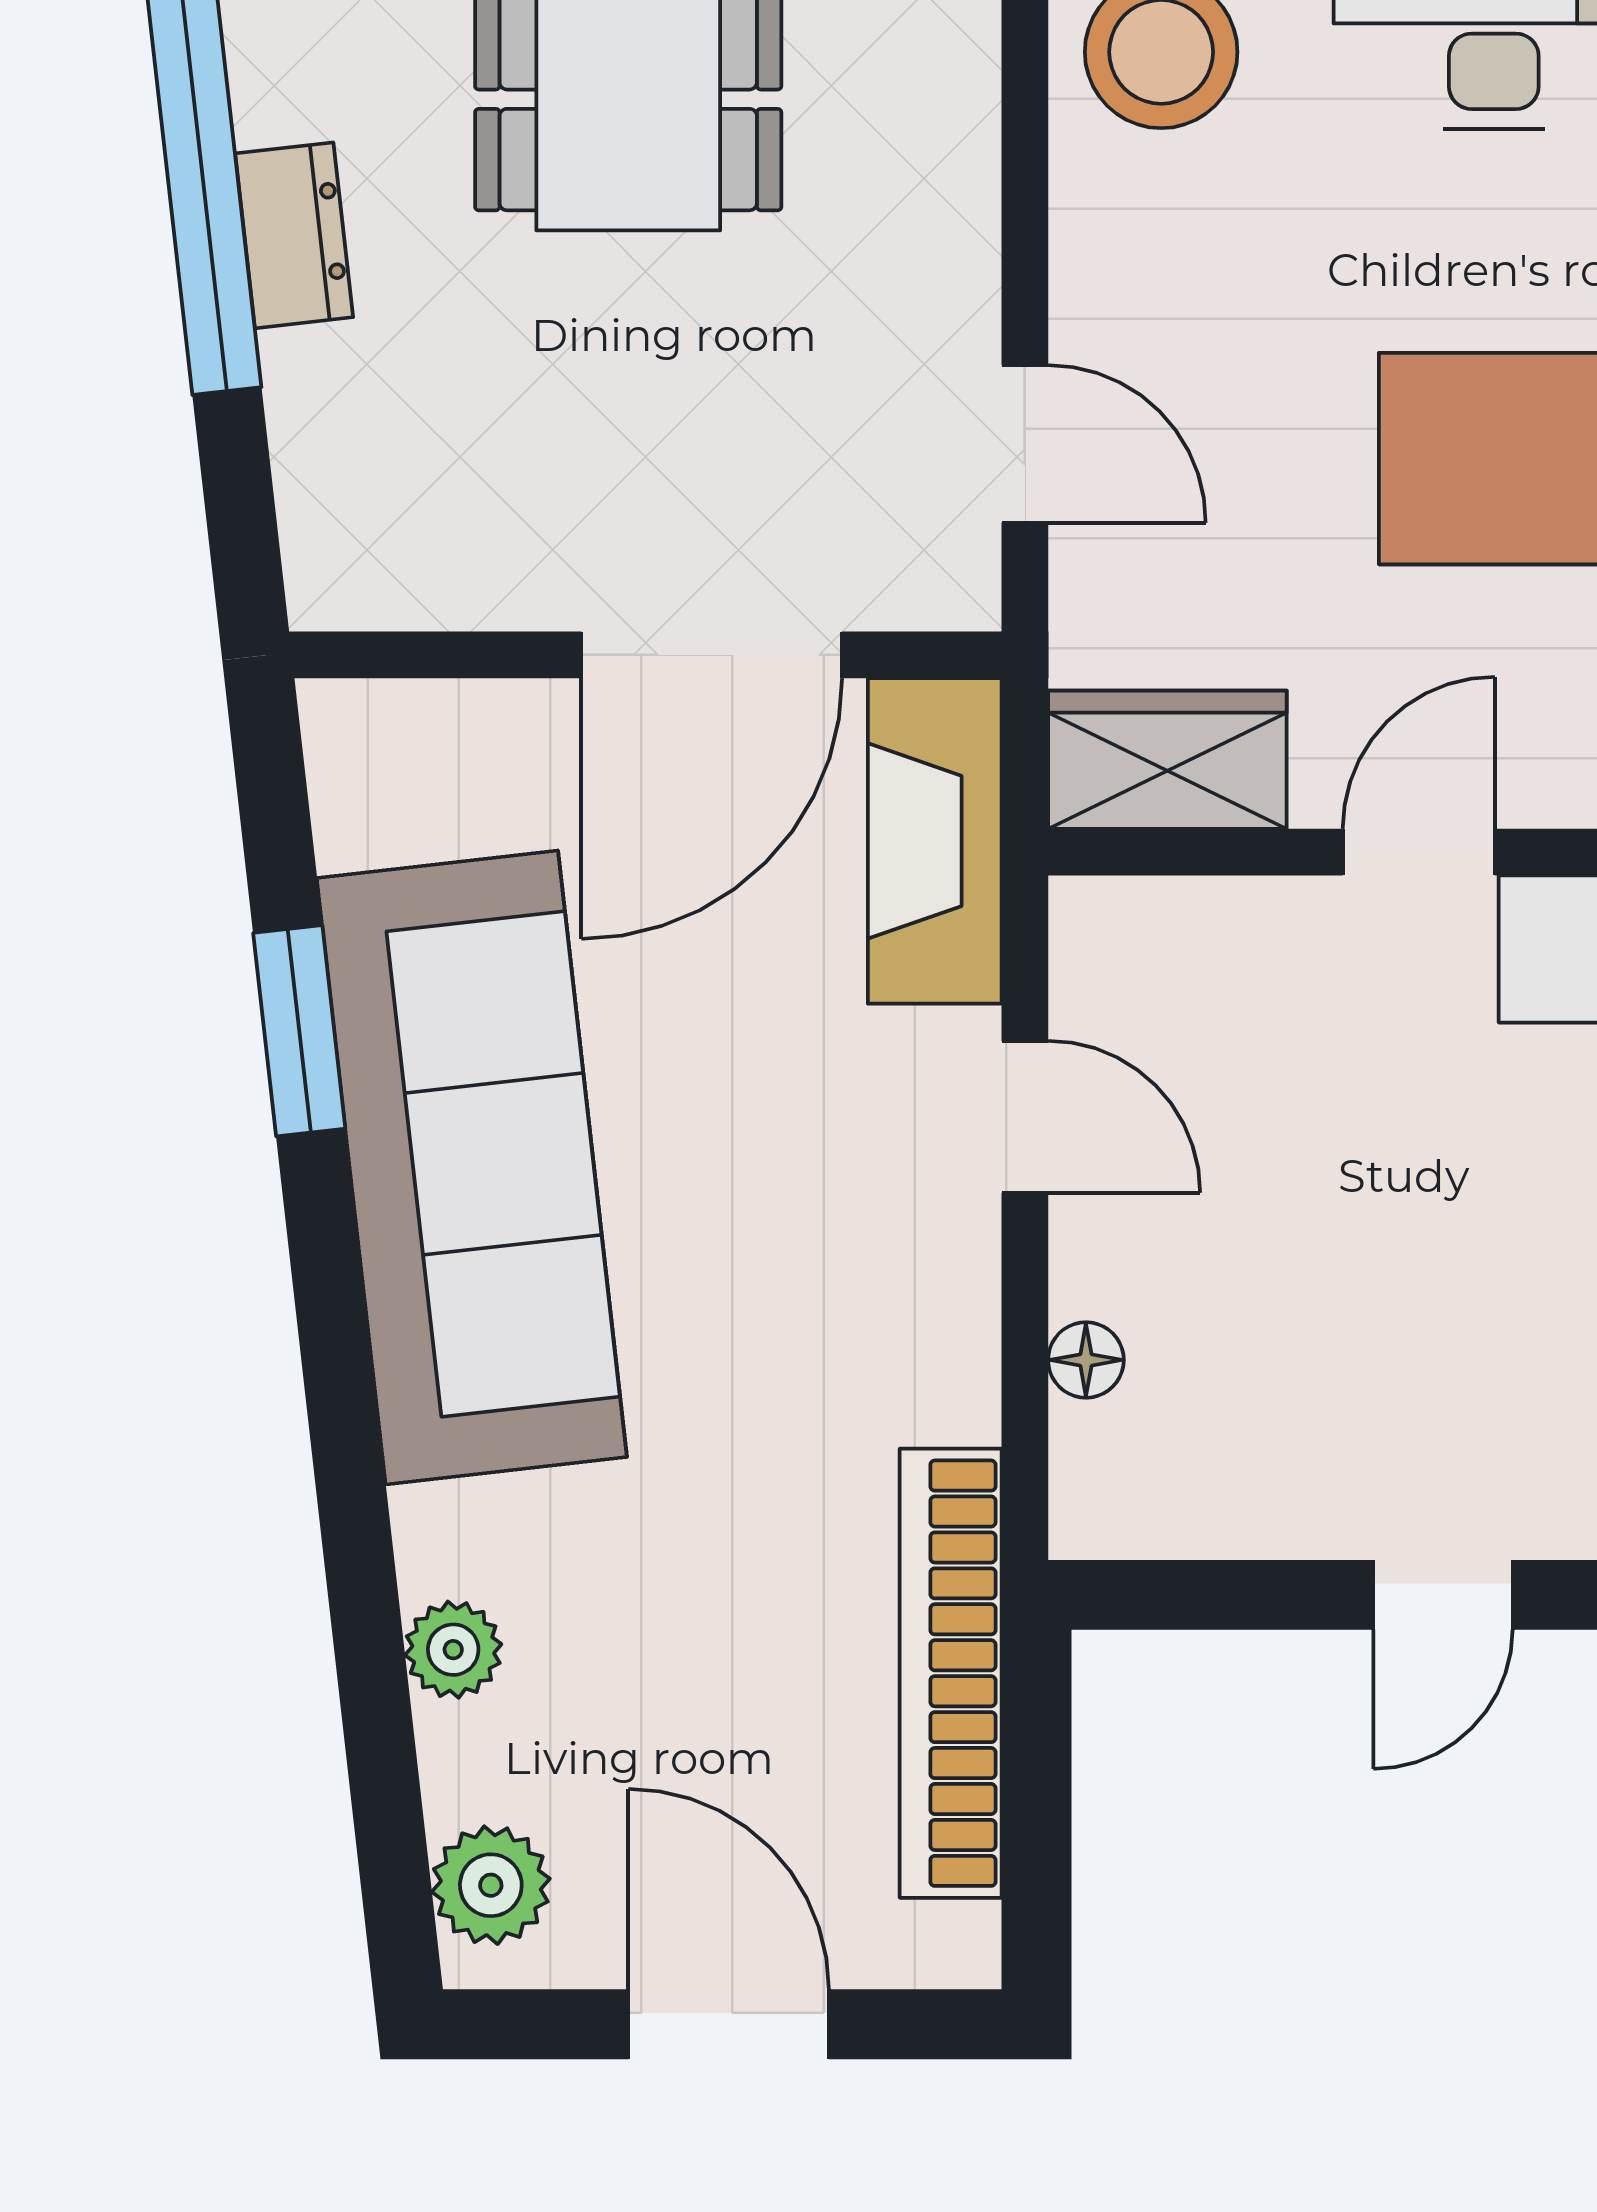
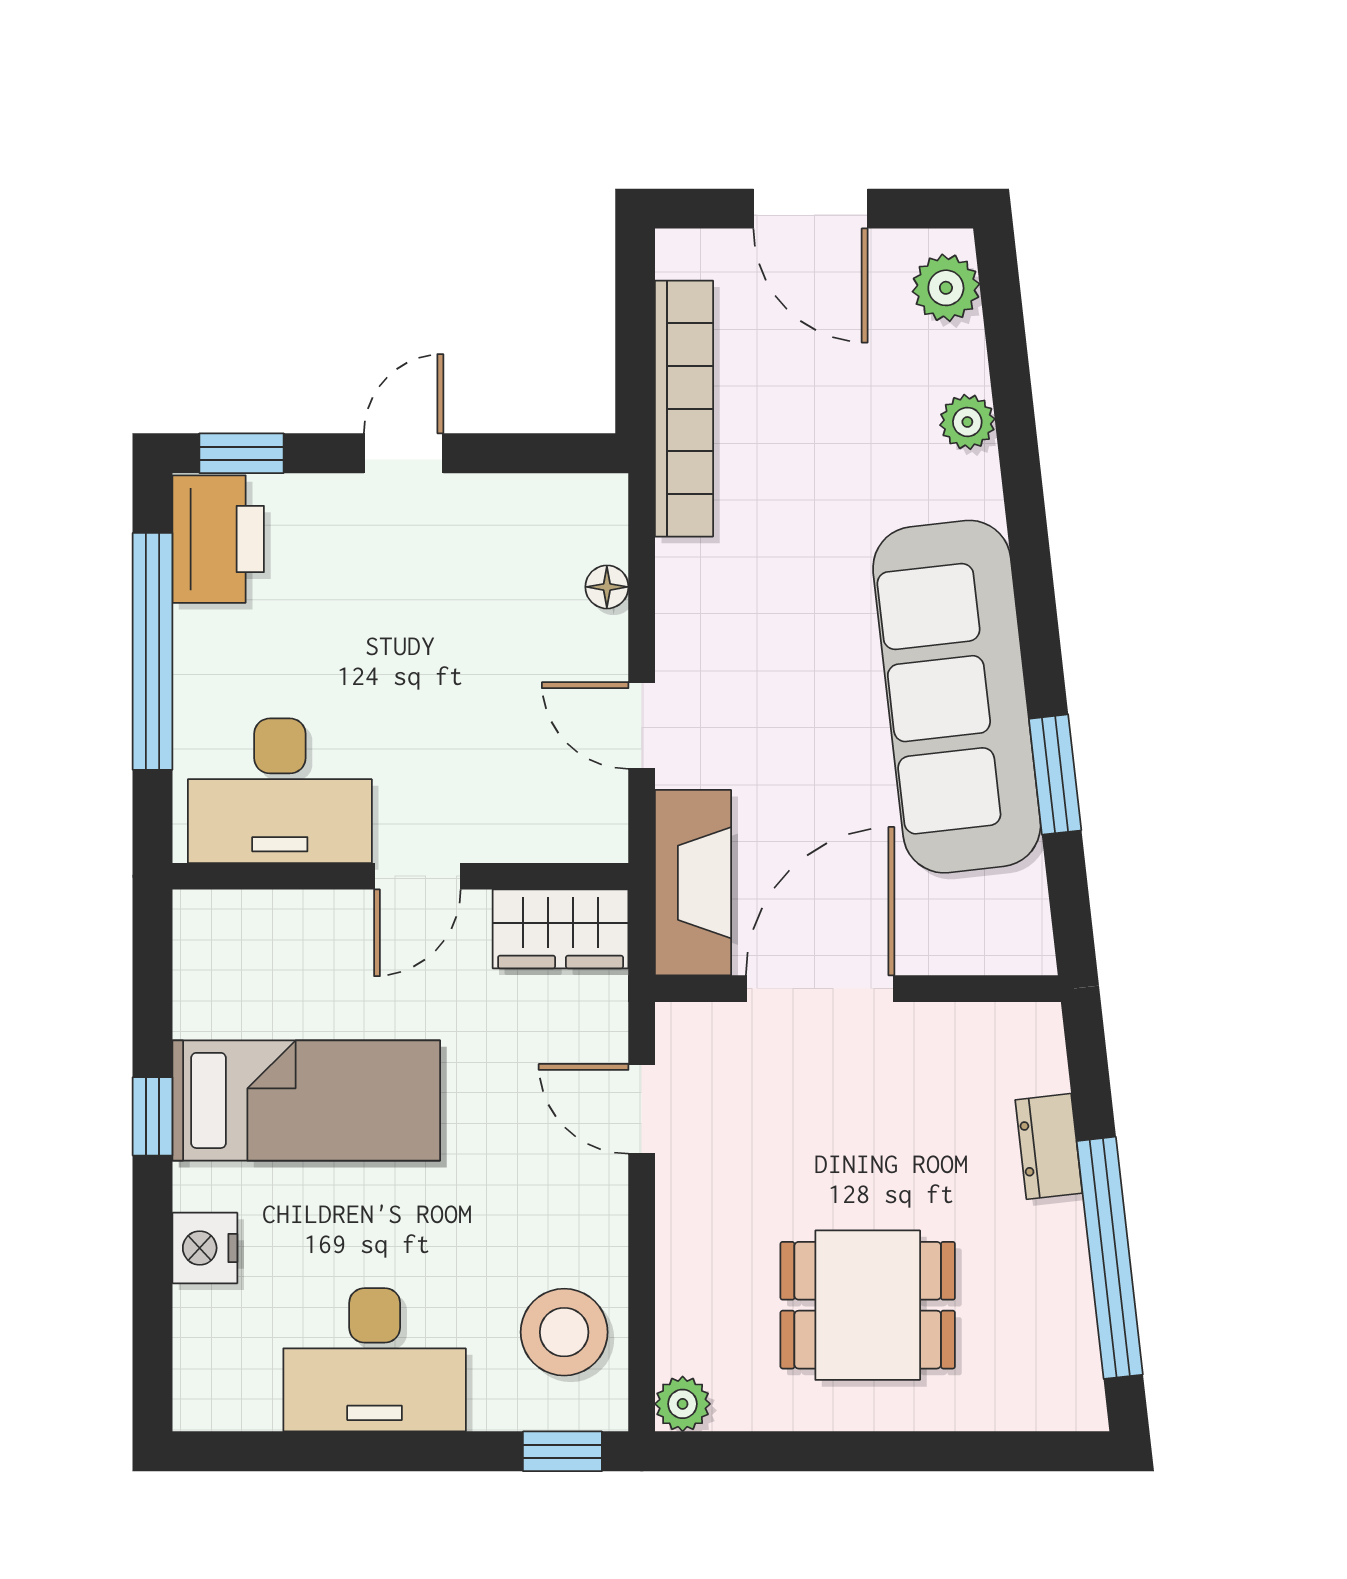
dresser: (294, 235) -> (1049, 1146), moved

